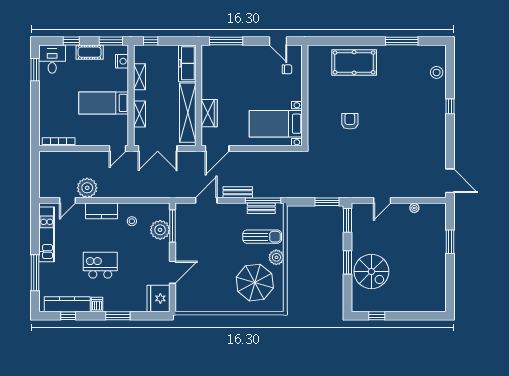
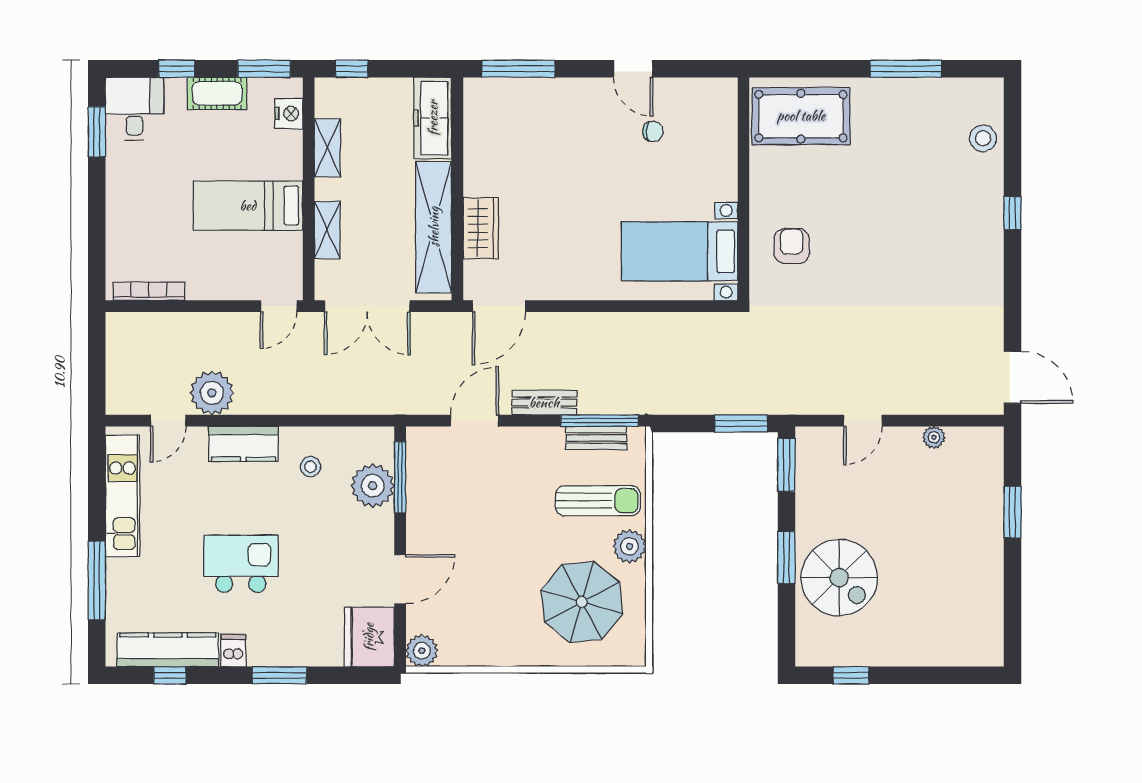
wall: (305, 95) -> (743, 189), moved
bed with nightstands: (276, 124) -> (680, 251), moved
plant: (182, 305) -> (422, 651), added

